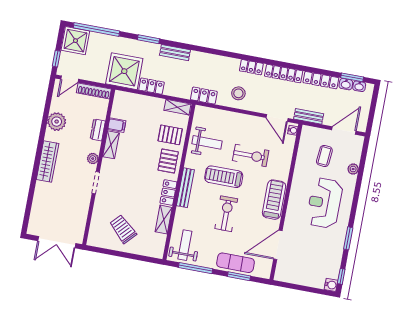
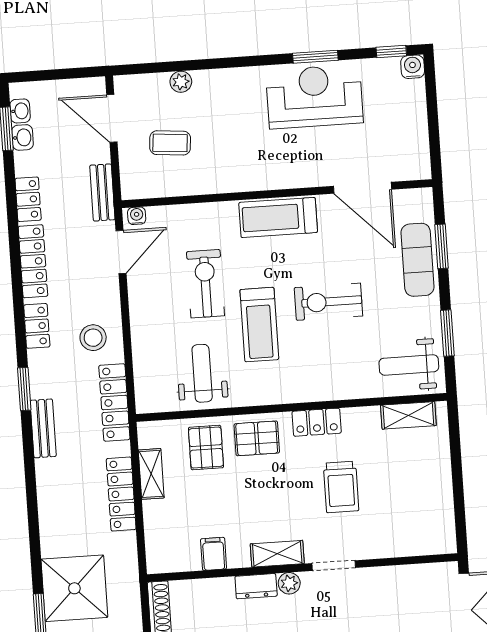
window: (148, 39) -> (24, 389), moved
bench: (175, 53) -> (43, 428), moved
shower: (124, 71) -> (74, 588), moved
locker: (321, 80) -> (28, 199), width x0.66
locker: (152, 86) -> (121, 494), width x1.53
locker: (204, 96) -> (114, 402), width x1.53
shelving: (177, 107) -> (151, 474), moved
dresser: (98, 130) -> (256, 586), moved
shelving: (111, 145) -> (277, 554), moved
bench: (185, 188) -> (299, 392), removed
reception desk: (324, 203) -> (315, 97), moved, turned 180
shelving: (164, 220) -> (408, 415), moved
trolley: (123, 229) -> (341, 487), moved, turned -43
window: (196, 268) -> (447, 333), width x0.69

